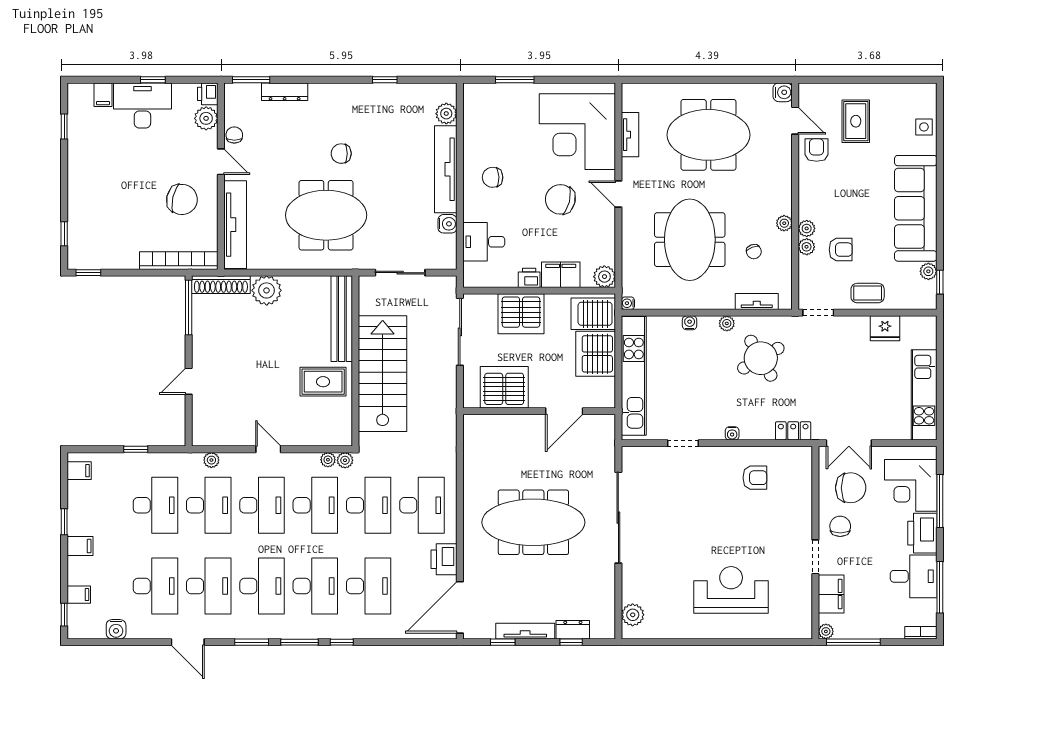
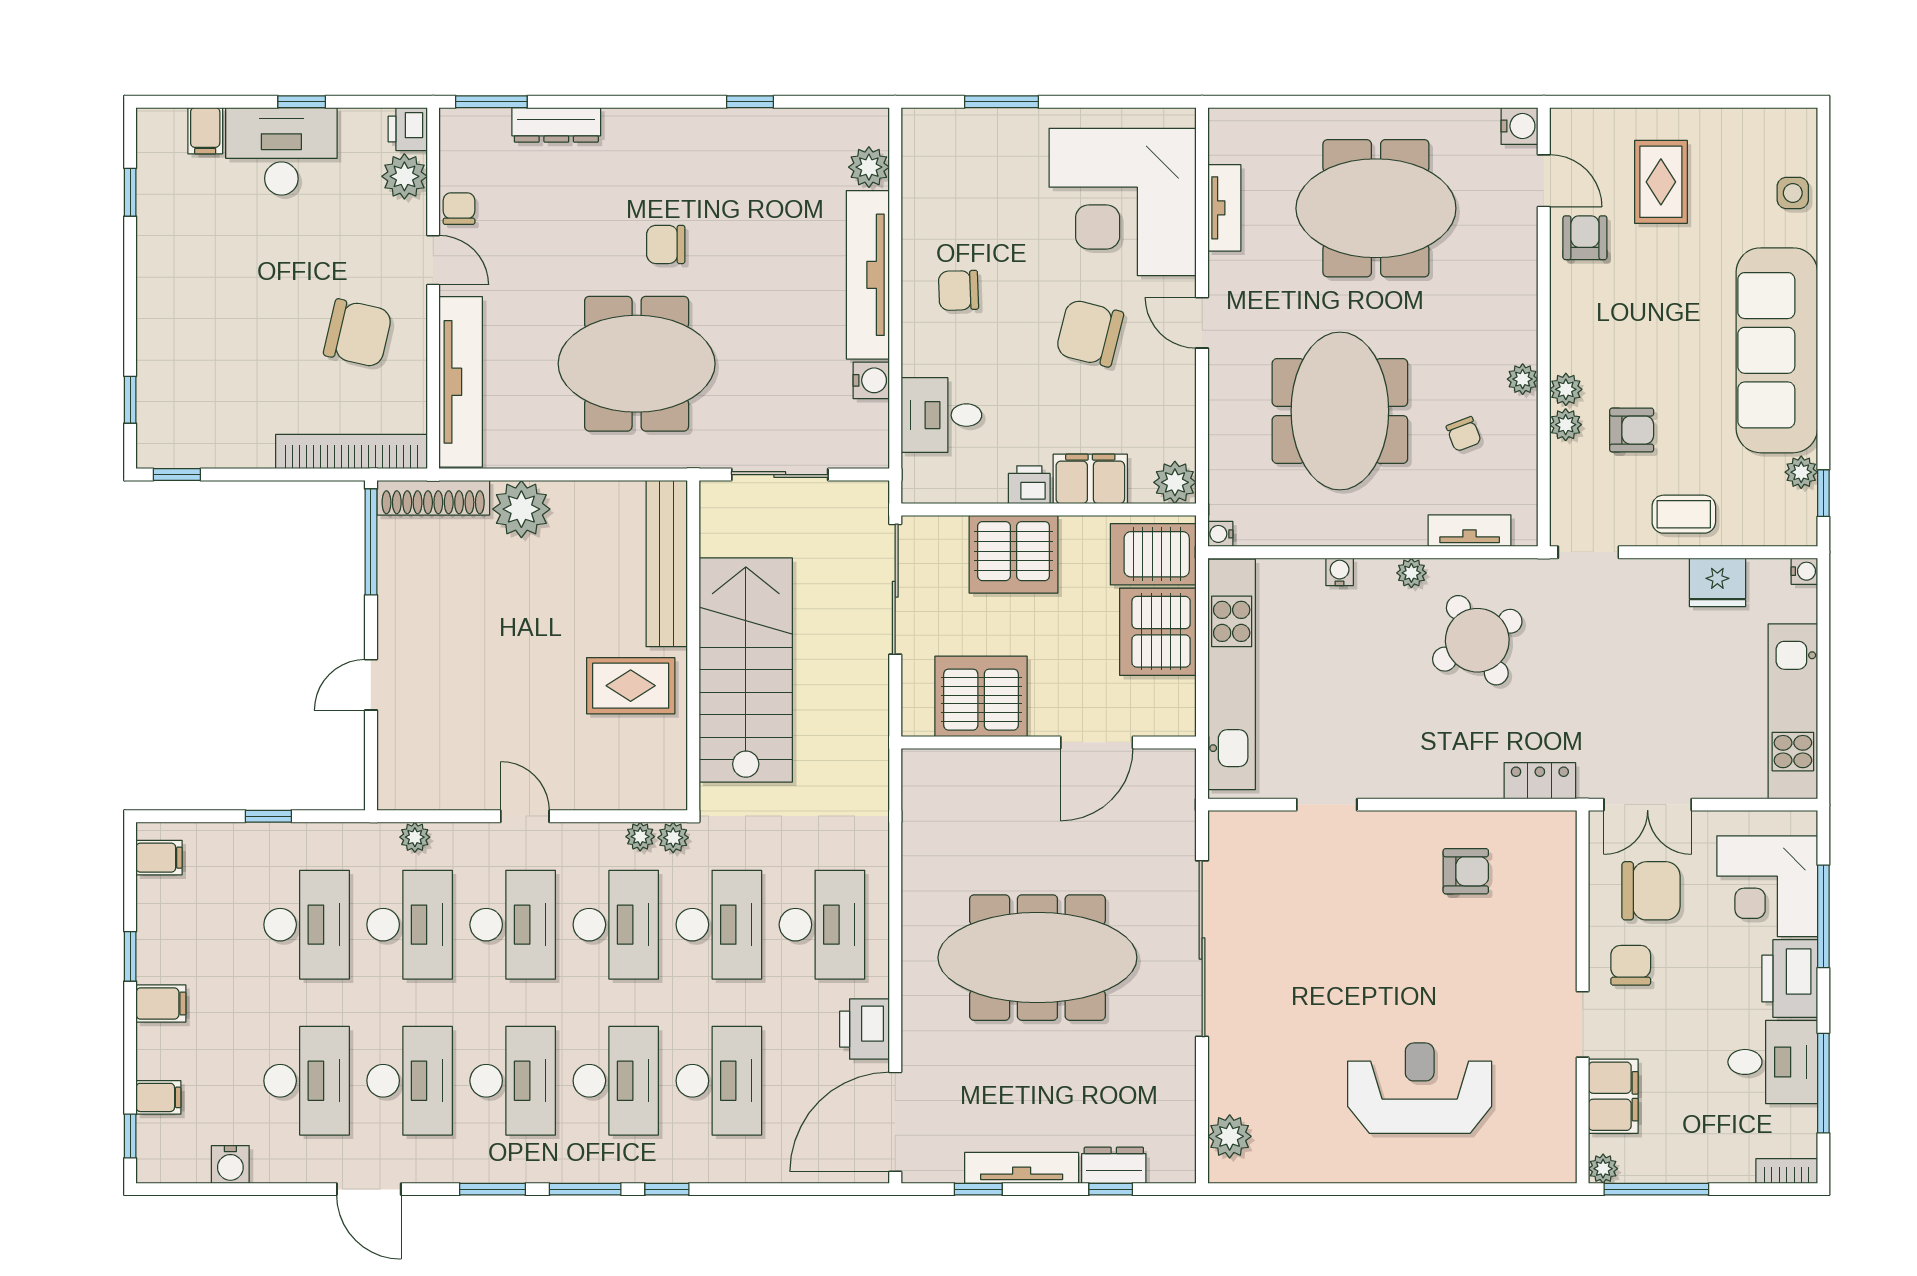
water cooler: (732, 433) -> (1804, 571), moved, turned -90

